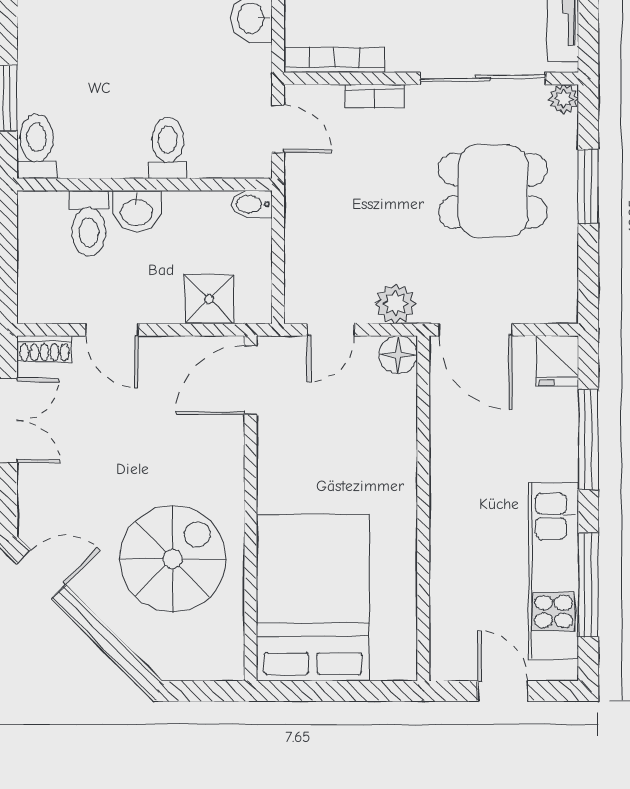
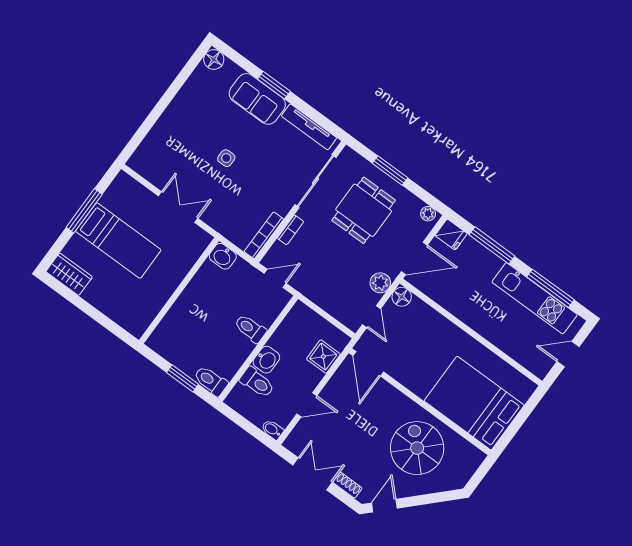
plant: (564, 99) -> (428, 214), moved
bidet: (252, 204) -> (272, 430), moved, turned 90
shoe rack: (44, 349) -> (347, 485), moved, turned -90

